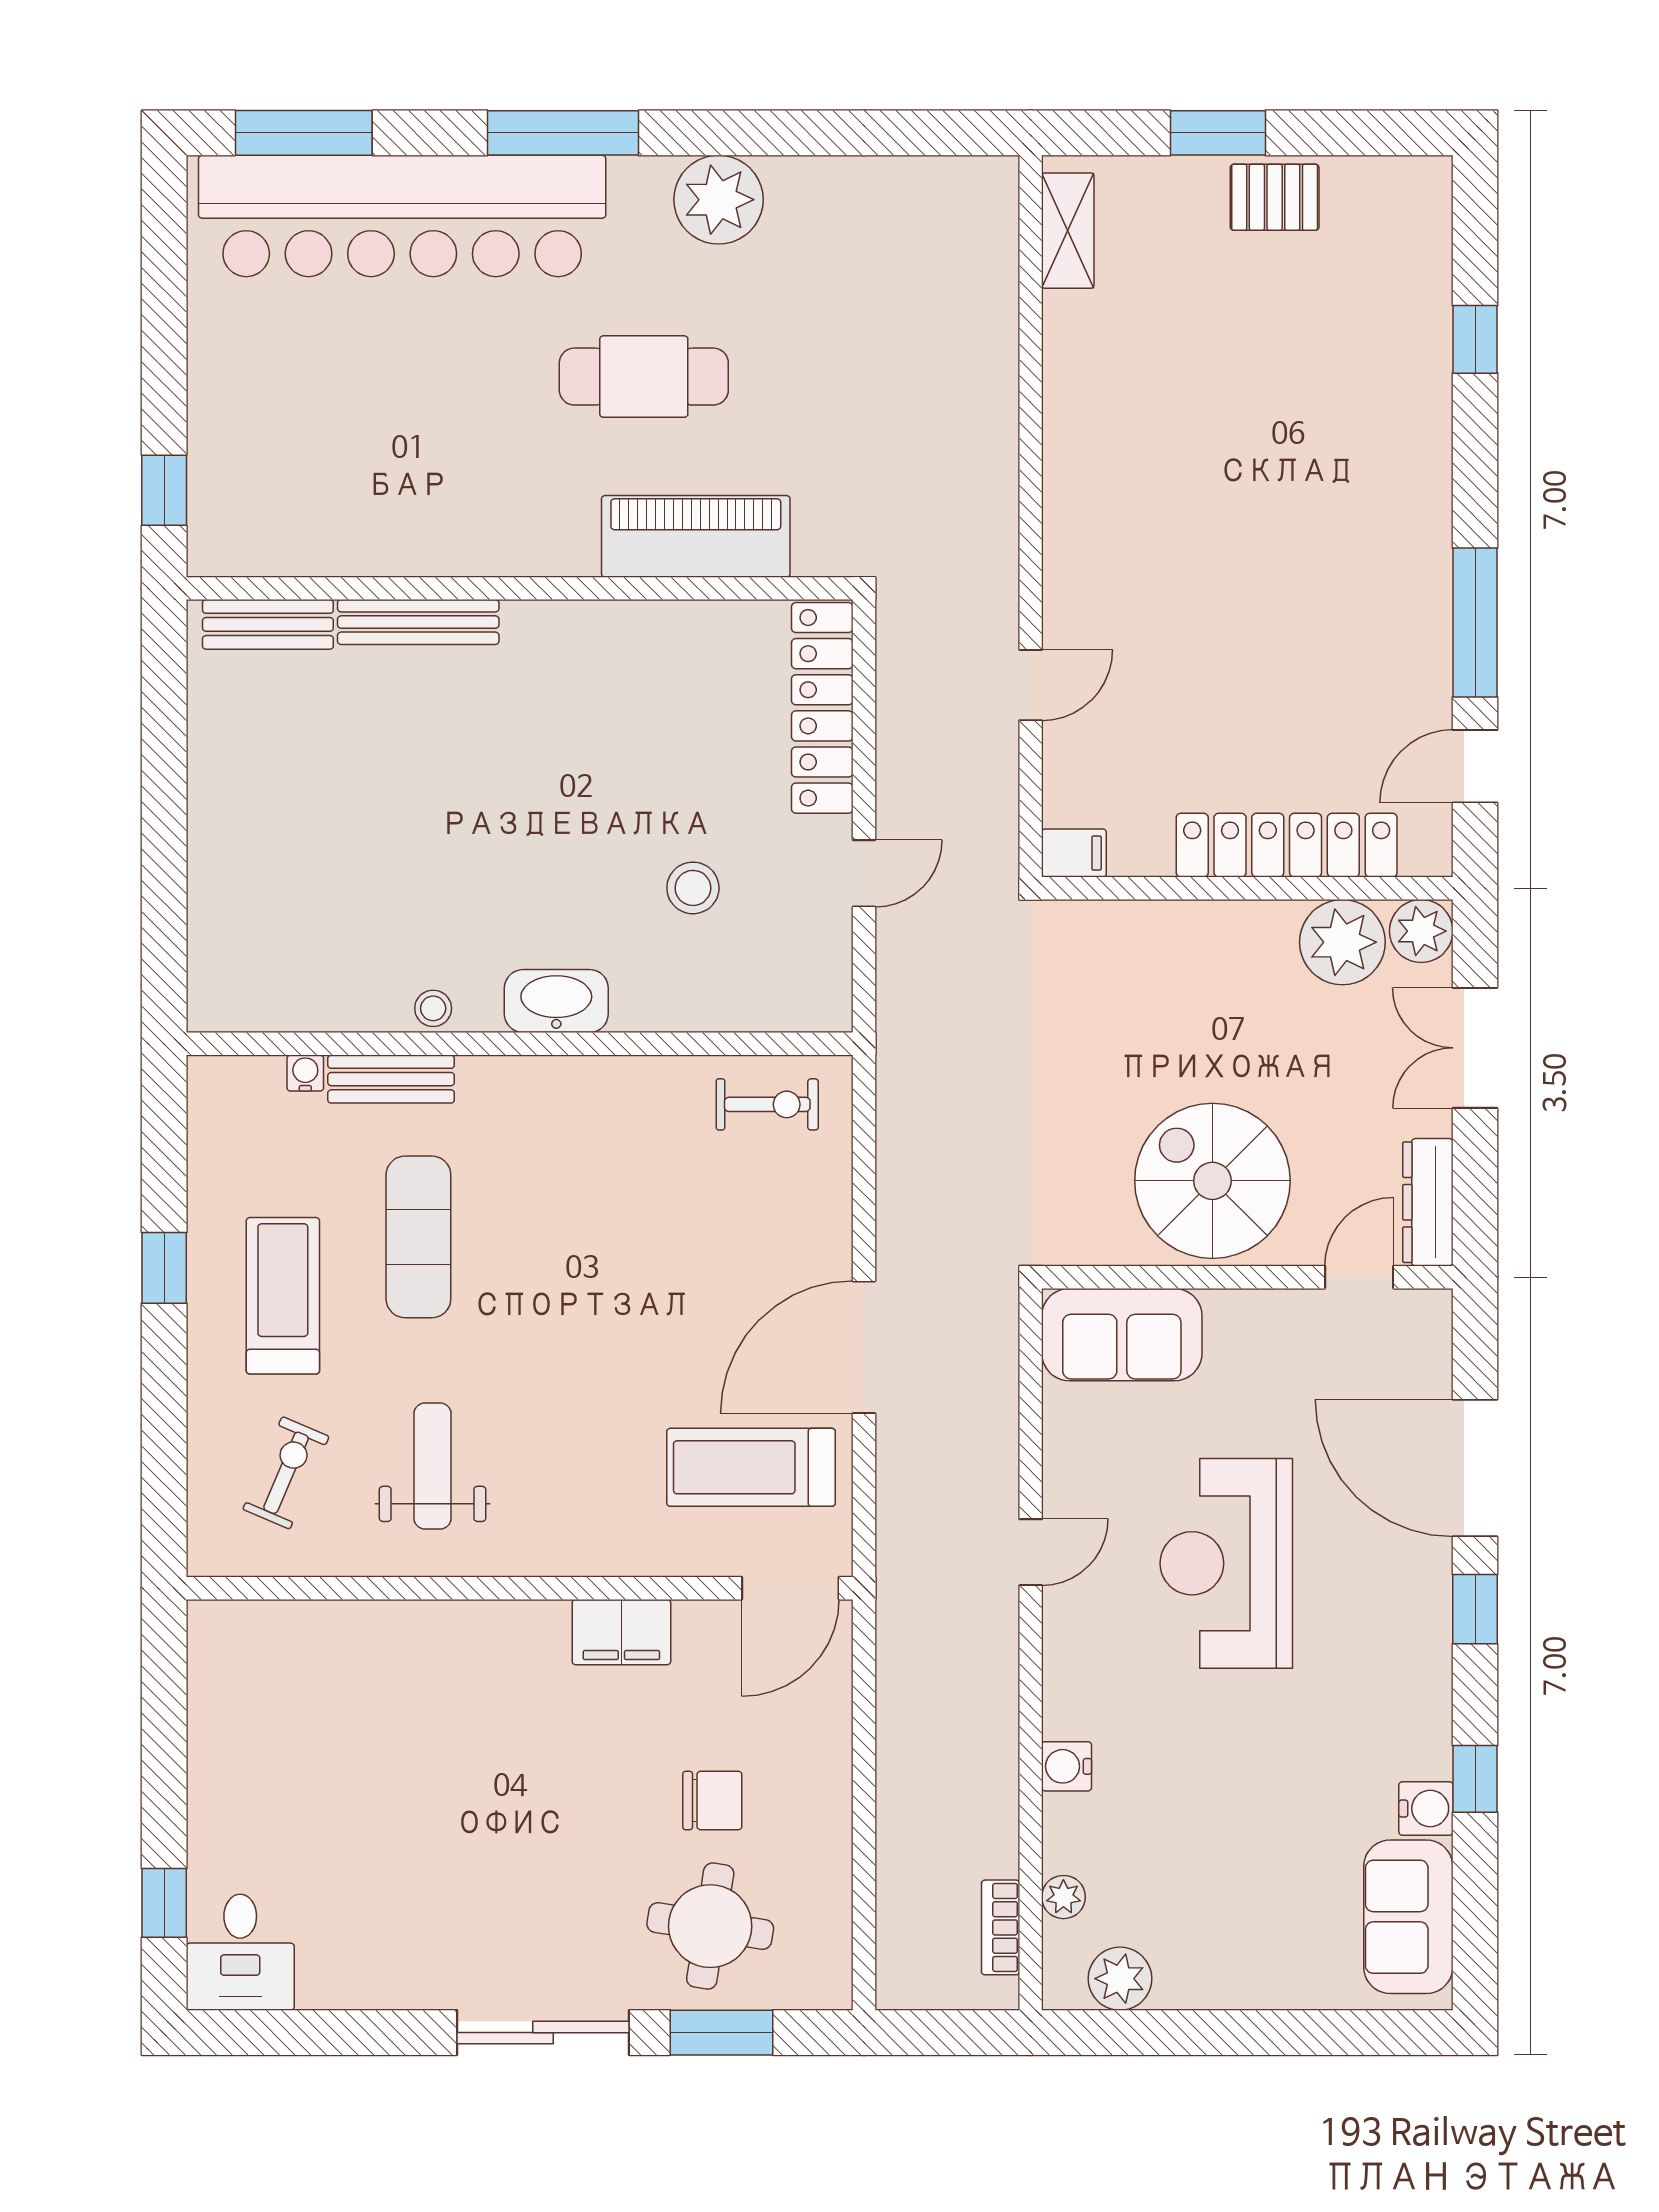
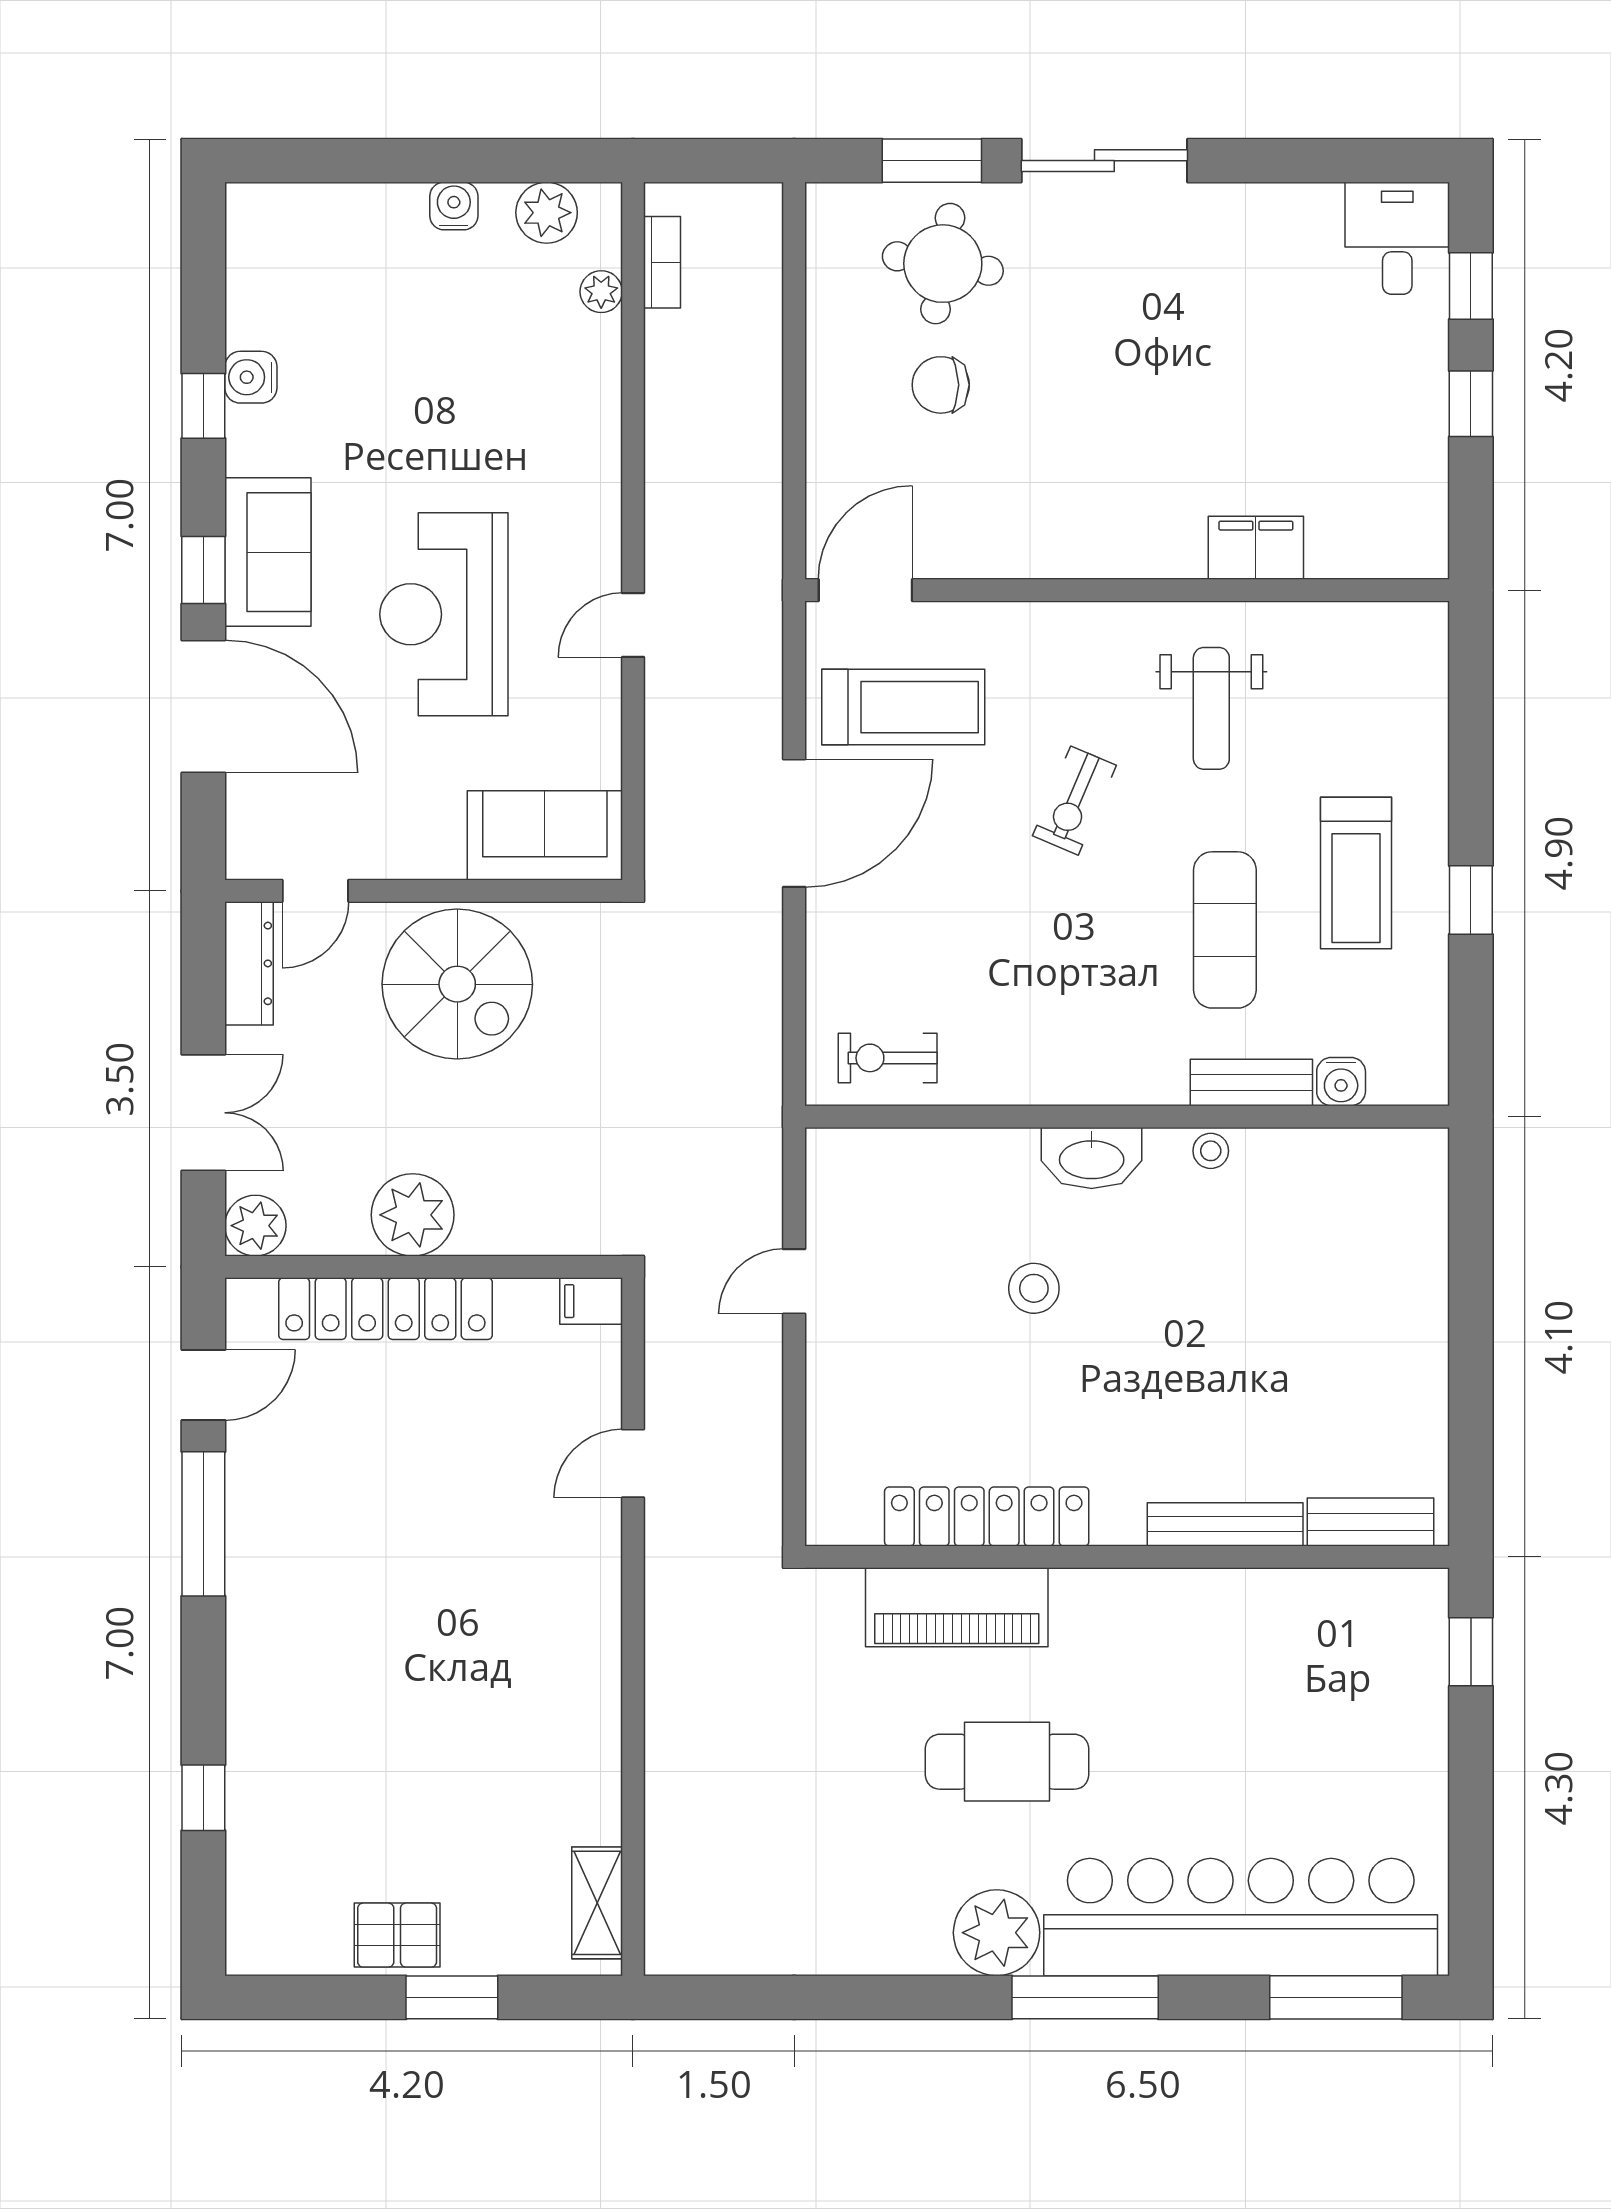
plant: (719, 200) -> (997, 1933), moved
locker: (822, 708) -> (987, 1517), moved, turned -90
stool: (693, 888) -> (1034, 1288), moved
plant: (1342, 942) -> (413, 1215), moved
water cooler: (305, 1073) -> (1341, 1082), width x1.38, depth x1.38
exercise bike: (286, 1473) -> (1074, 801), moved
reception desk: (1226, 1563) -> (444, 614), turned 180
filing cabinet: (621, 1632) -> (1256, 548), moved
water cooler: (1067, 1766) -> (454, 206), moved, turned -90
window: (164, 1781) -> (1471, 404), added
sofa: (1408, 1917) -> (268, 552), moved

